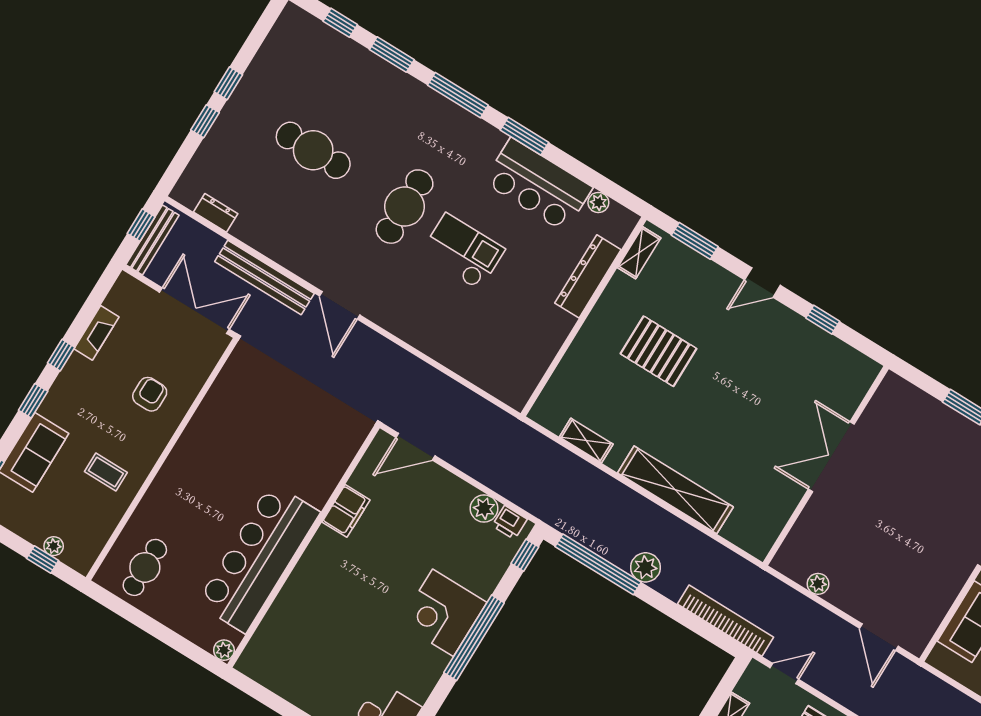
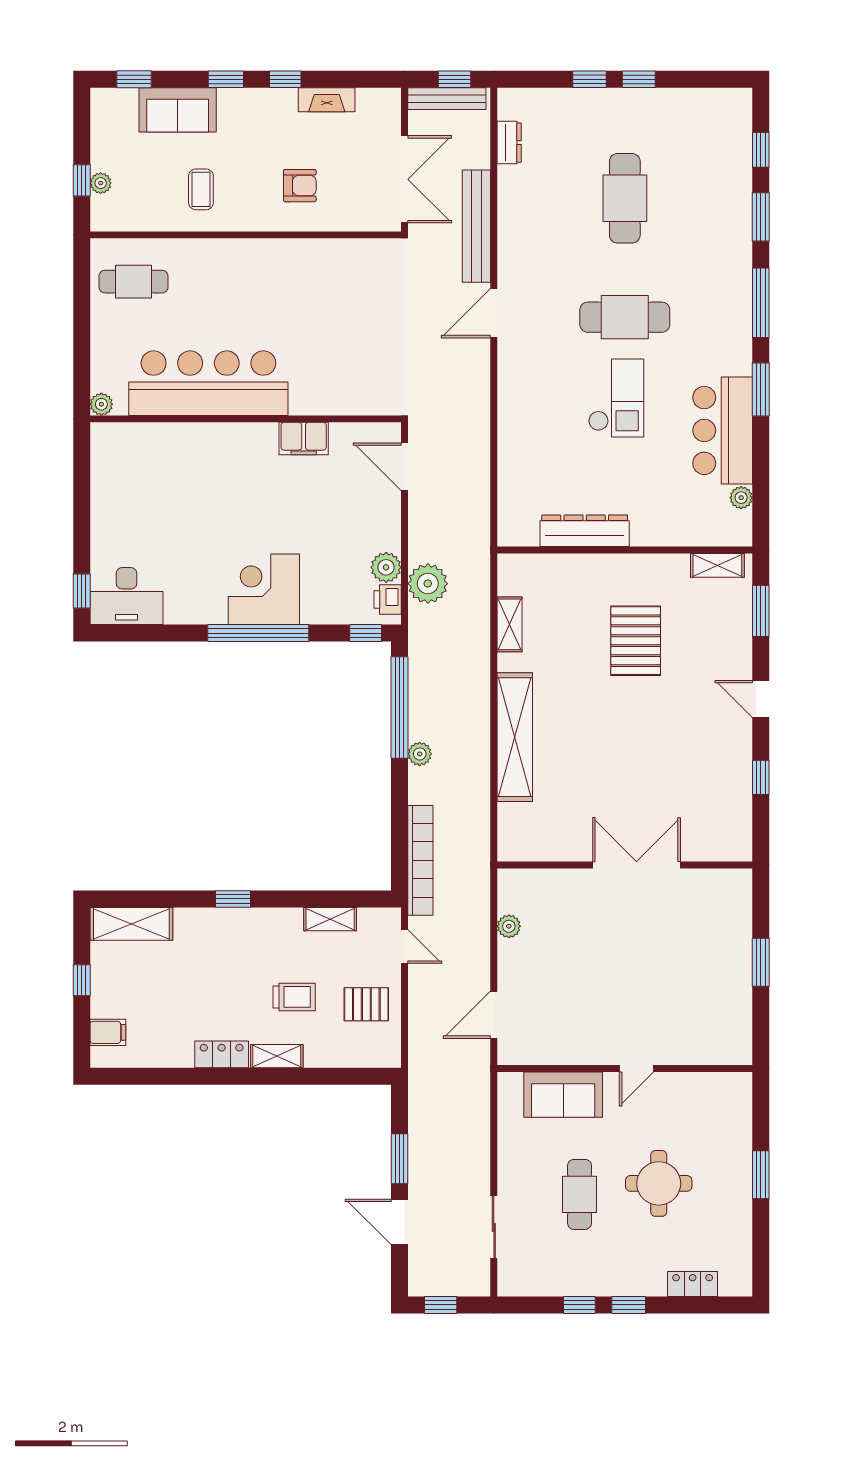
dresser: (588, 276) -> (585, 531), moved
plant: (516, 484) -> (428, 584), added
plant: (645, 567) -> (420, 754), width x0.73, depth x0.73

